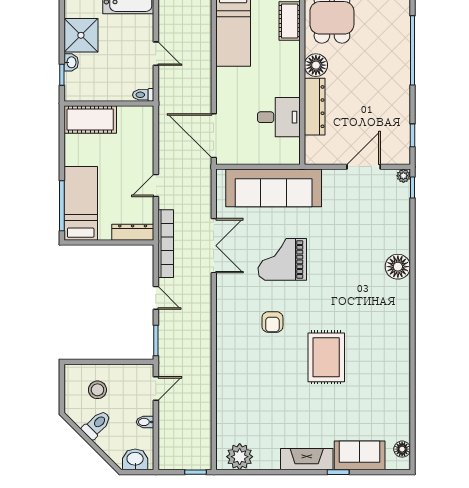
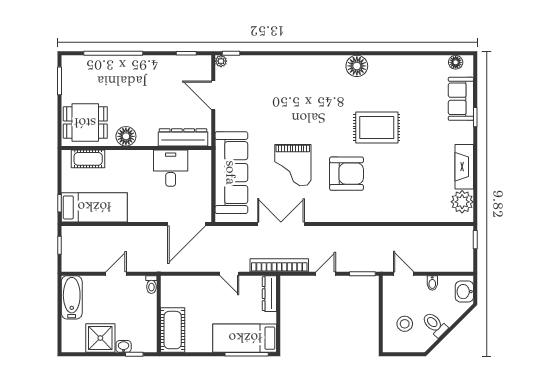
dresser: (315, 107) -> (183, 137), moved
floor lamp: (398, 267) -> (357, 66), moved
armchair: (272, 322) -> (346, 174), width x1.88, depth x1.88
fireplace: (307, 459) -> (464, 167), moved

